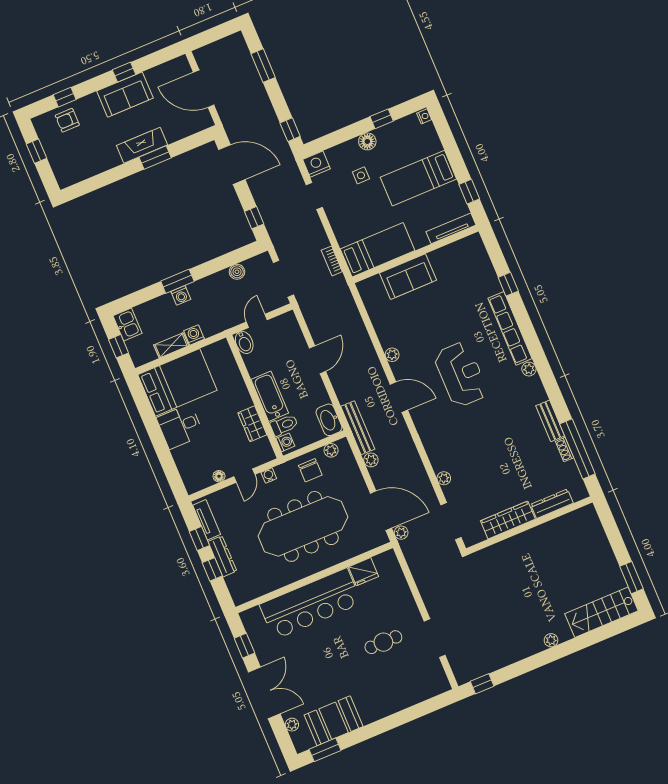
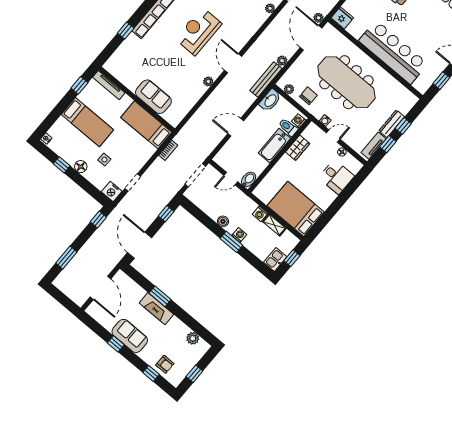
plant: (82, 172) -> (193, 338), added
boiler: (237, 272) -> (223, 221), moved
desk: (180, 426) -> (336, 177), moved
fridge: (363, 572) -> (342, 18), moved

